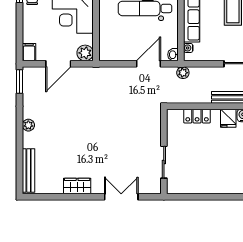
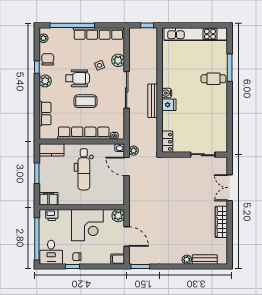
plant: (183, 73) -> (134, 151), moved
locker: (197, 116) -> (167, 142), moved
plant: (28, 125) -> (187, 260), moved
bench: (29, 171) -> (205, 259), width x0.73
wardrobe: (77, 186) -> (221, 222), width x1.50

